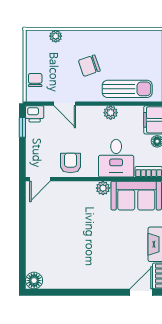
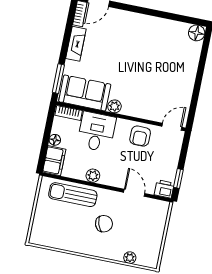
chair: (35, 80) -> (157, 221), removed

